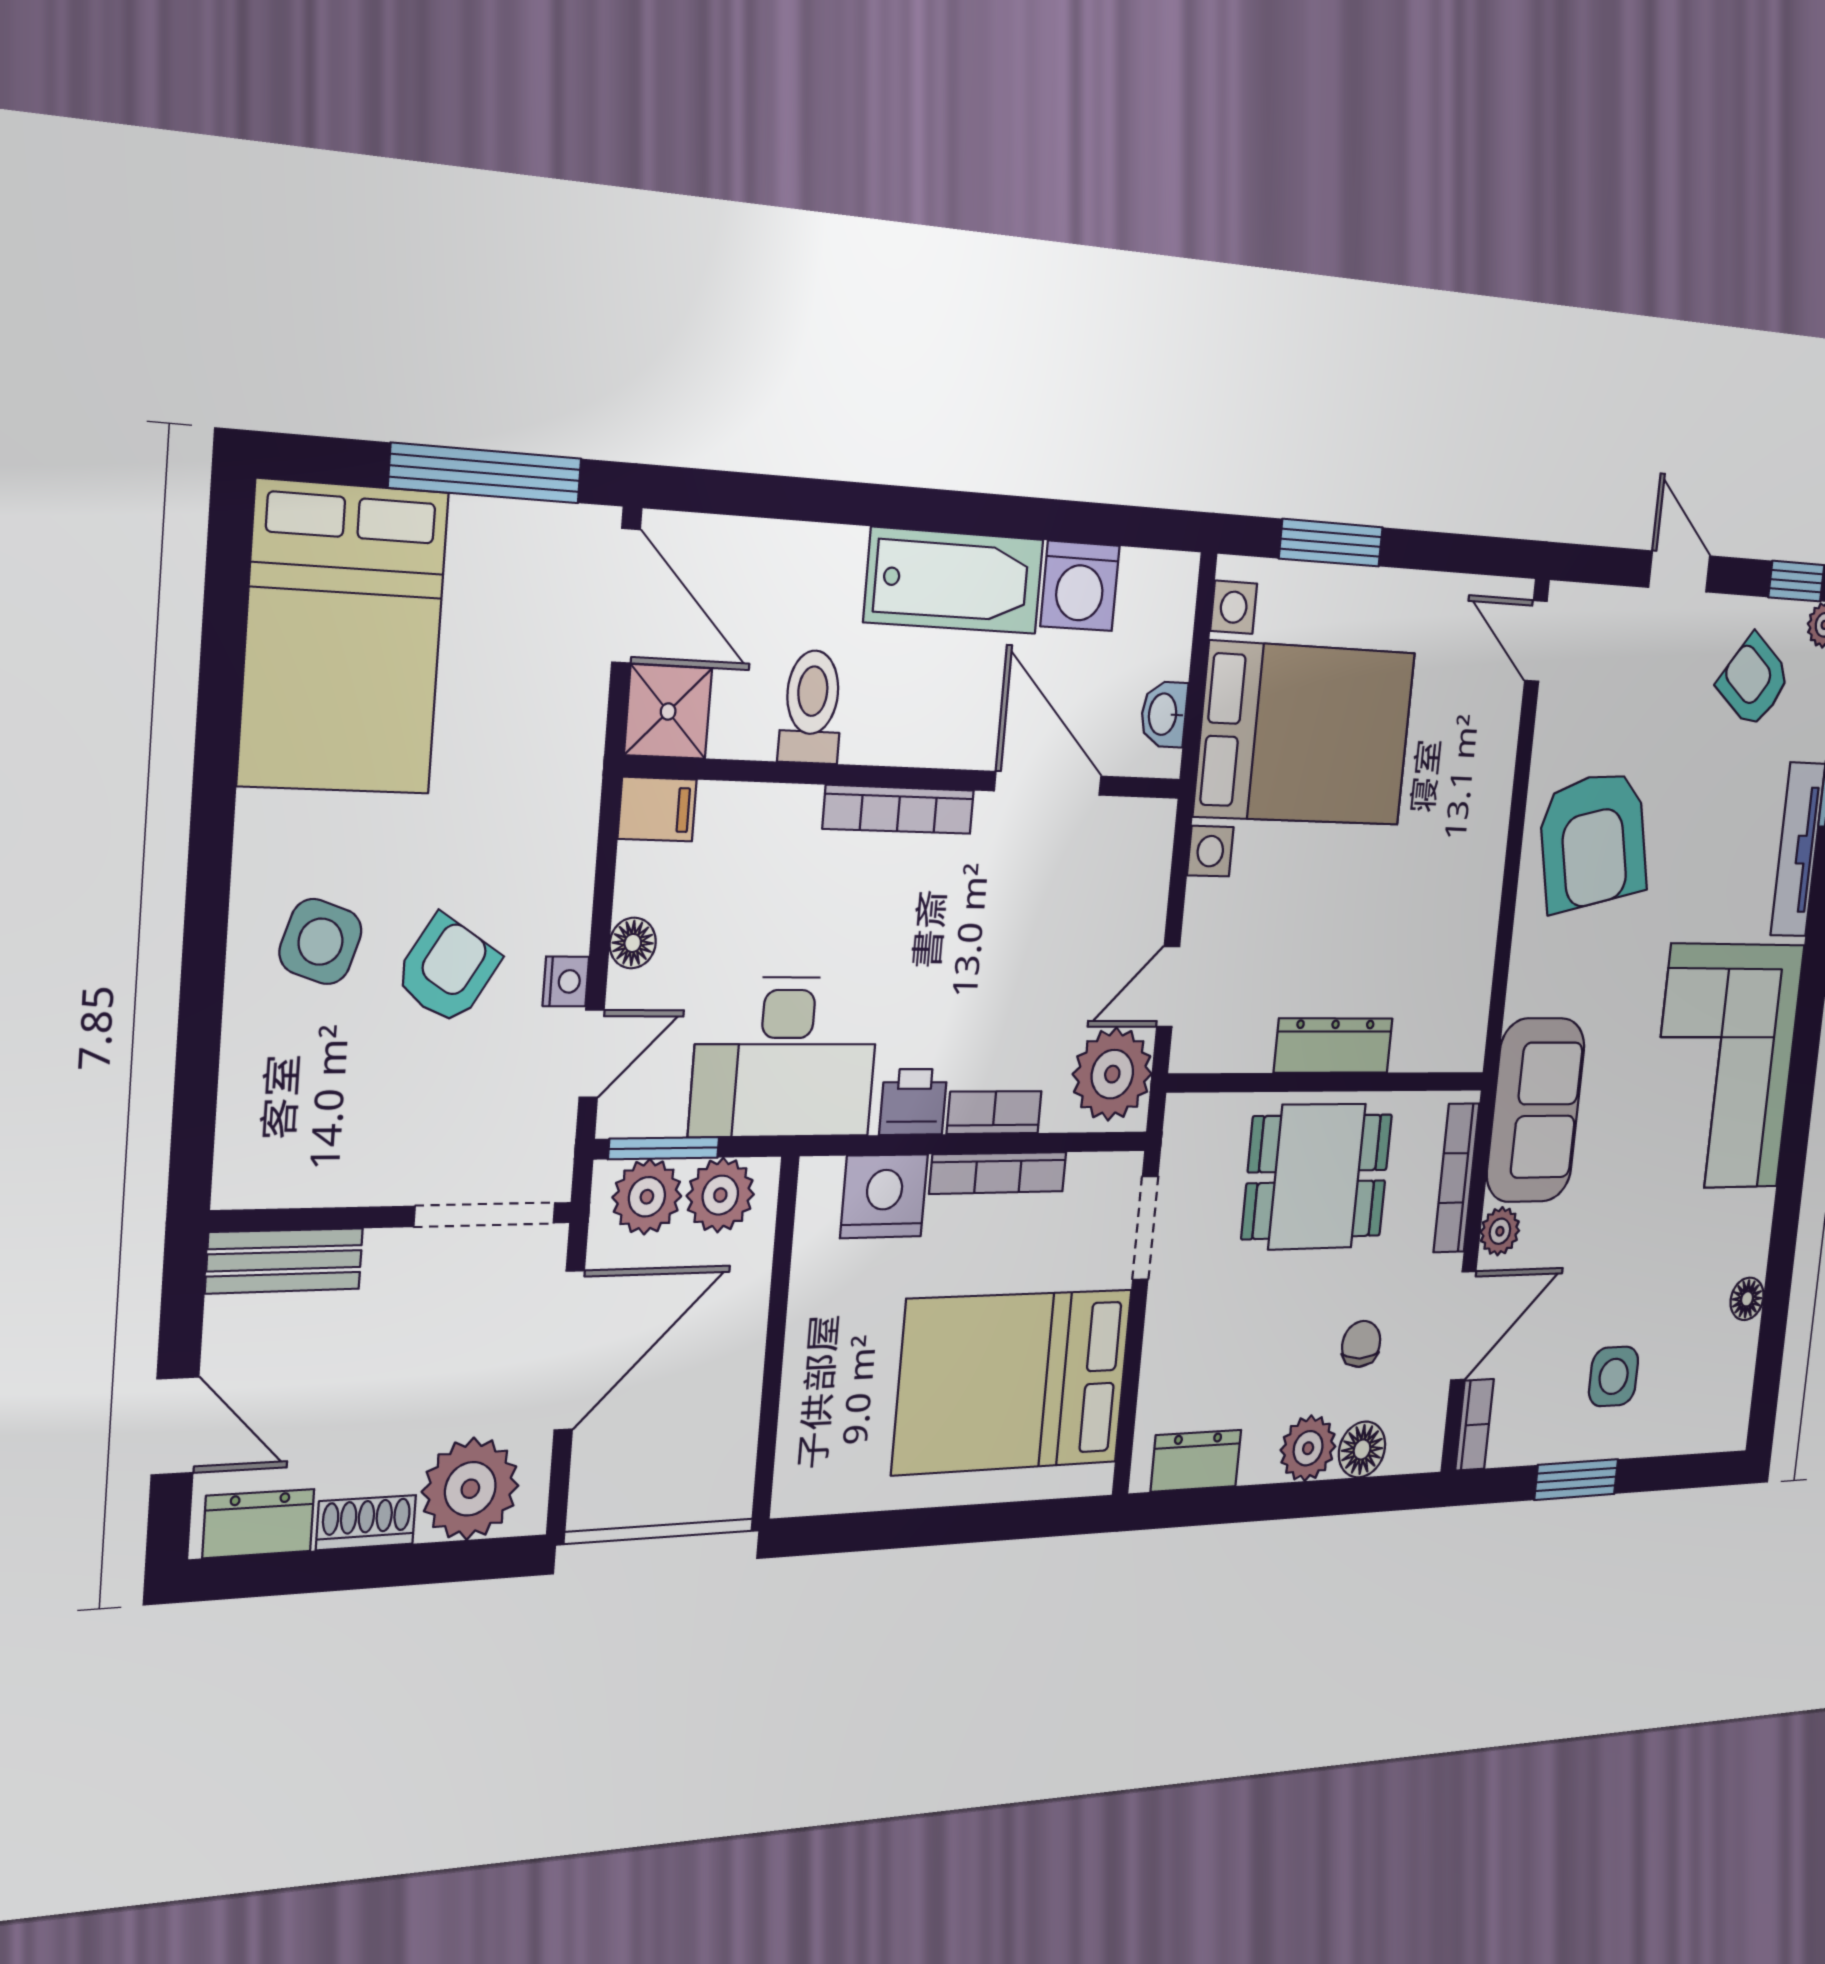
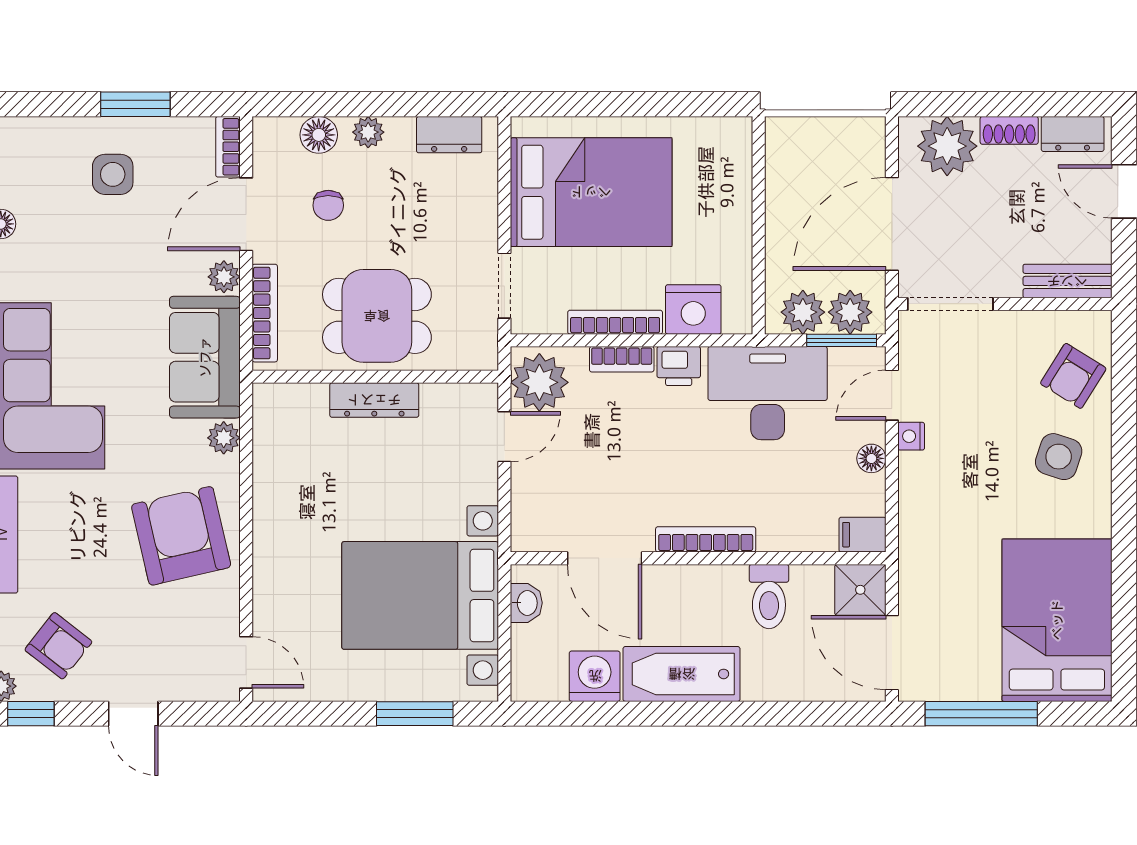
armchair: (447, 970) -> (1073, 376), moved
plant: (1526, 988) -> (224, 438), added
plant: (1308, 1448) -> (368, 132), width x0.73, depth x0.73

